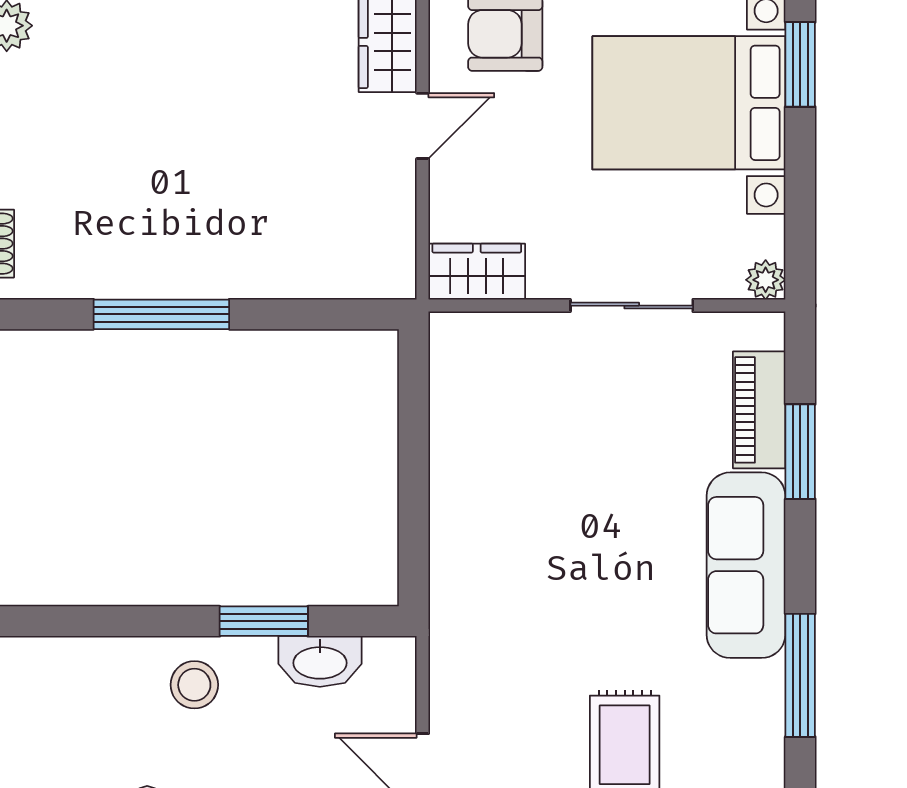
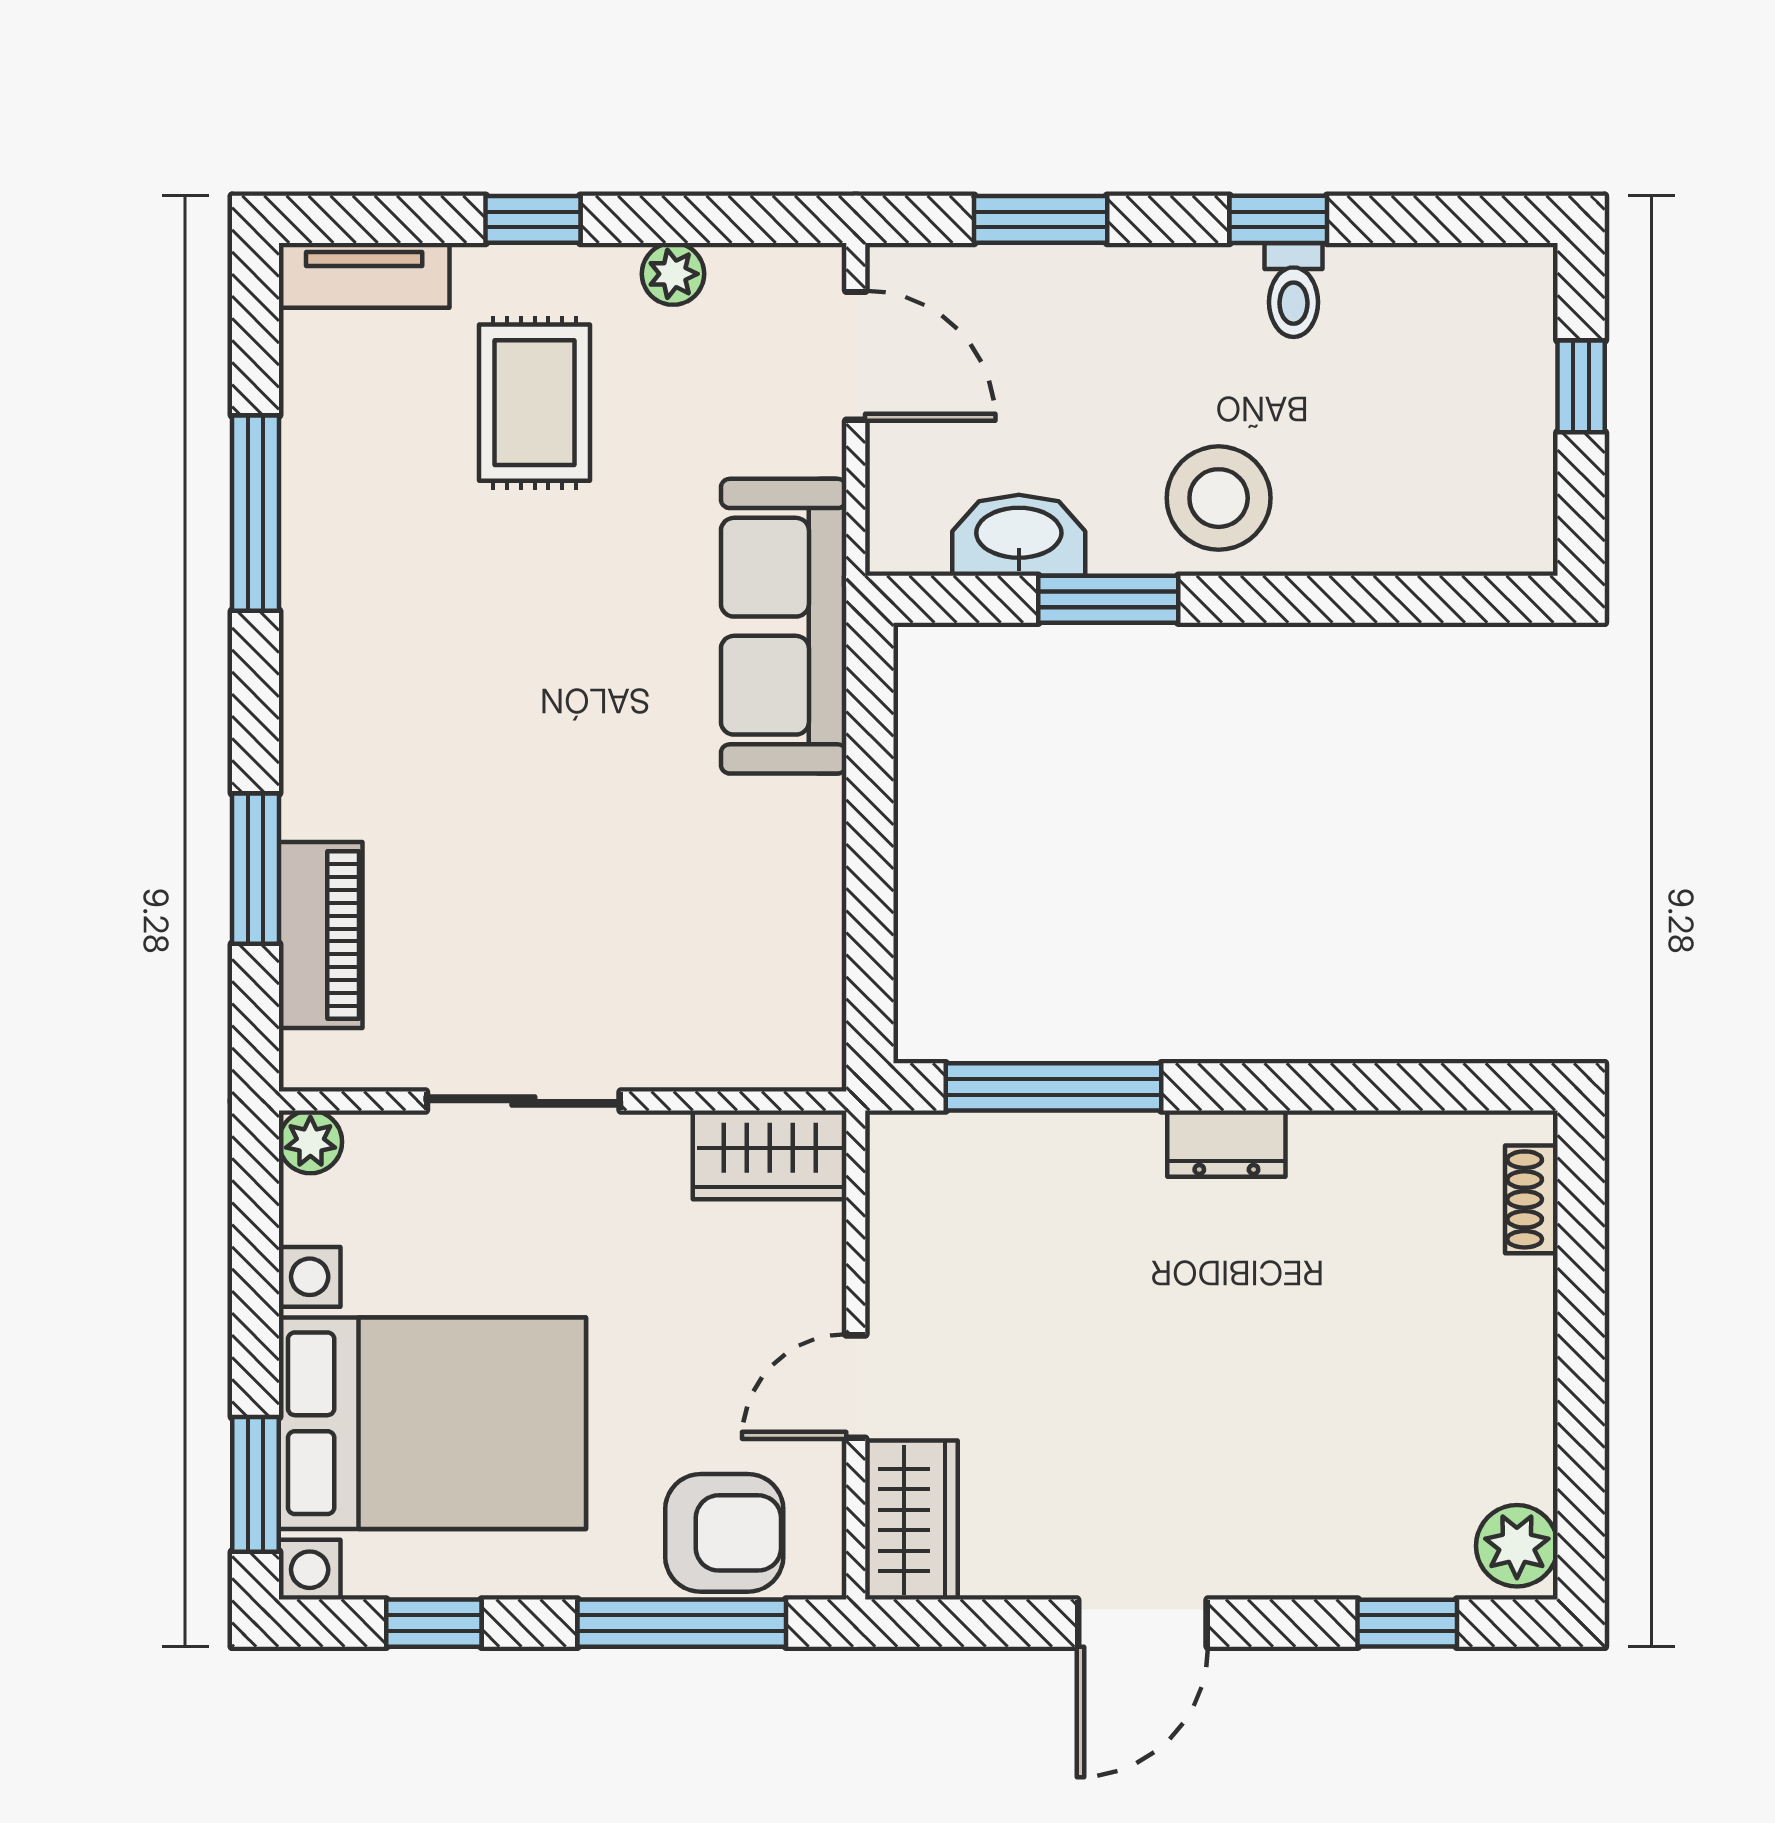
dresser: (189, 279) -> (1226, 1144), added
window: (161, 314) -> (1053, 1087), moved
sofa: (746, 565) -> (784, 626), moved, turned 180
stool: (194, 685) -> (1219, 498), width x1.38, depth x1.38

